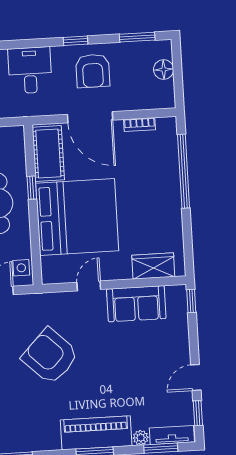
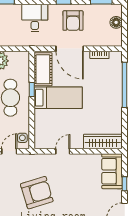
bed: (77, 217) -> (58, 98), width x0.49
wardrobe: (153, 266) -> (103, 141), width x1.50
window: (191, 301) -> (125, 184), moved
sofa: (136, 304) -> (112, 171), moved, turned 90
armchair: (50, 356) -> (37, 193), turned 119

